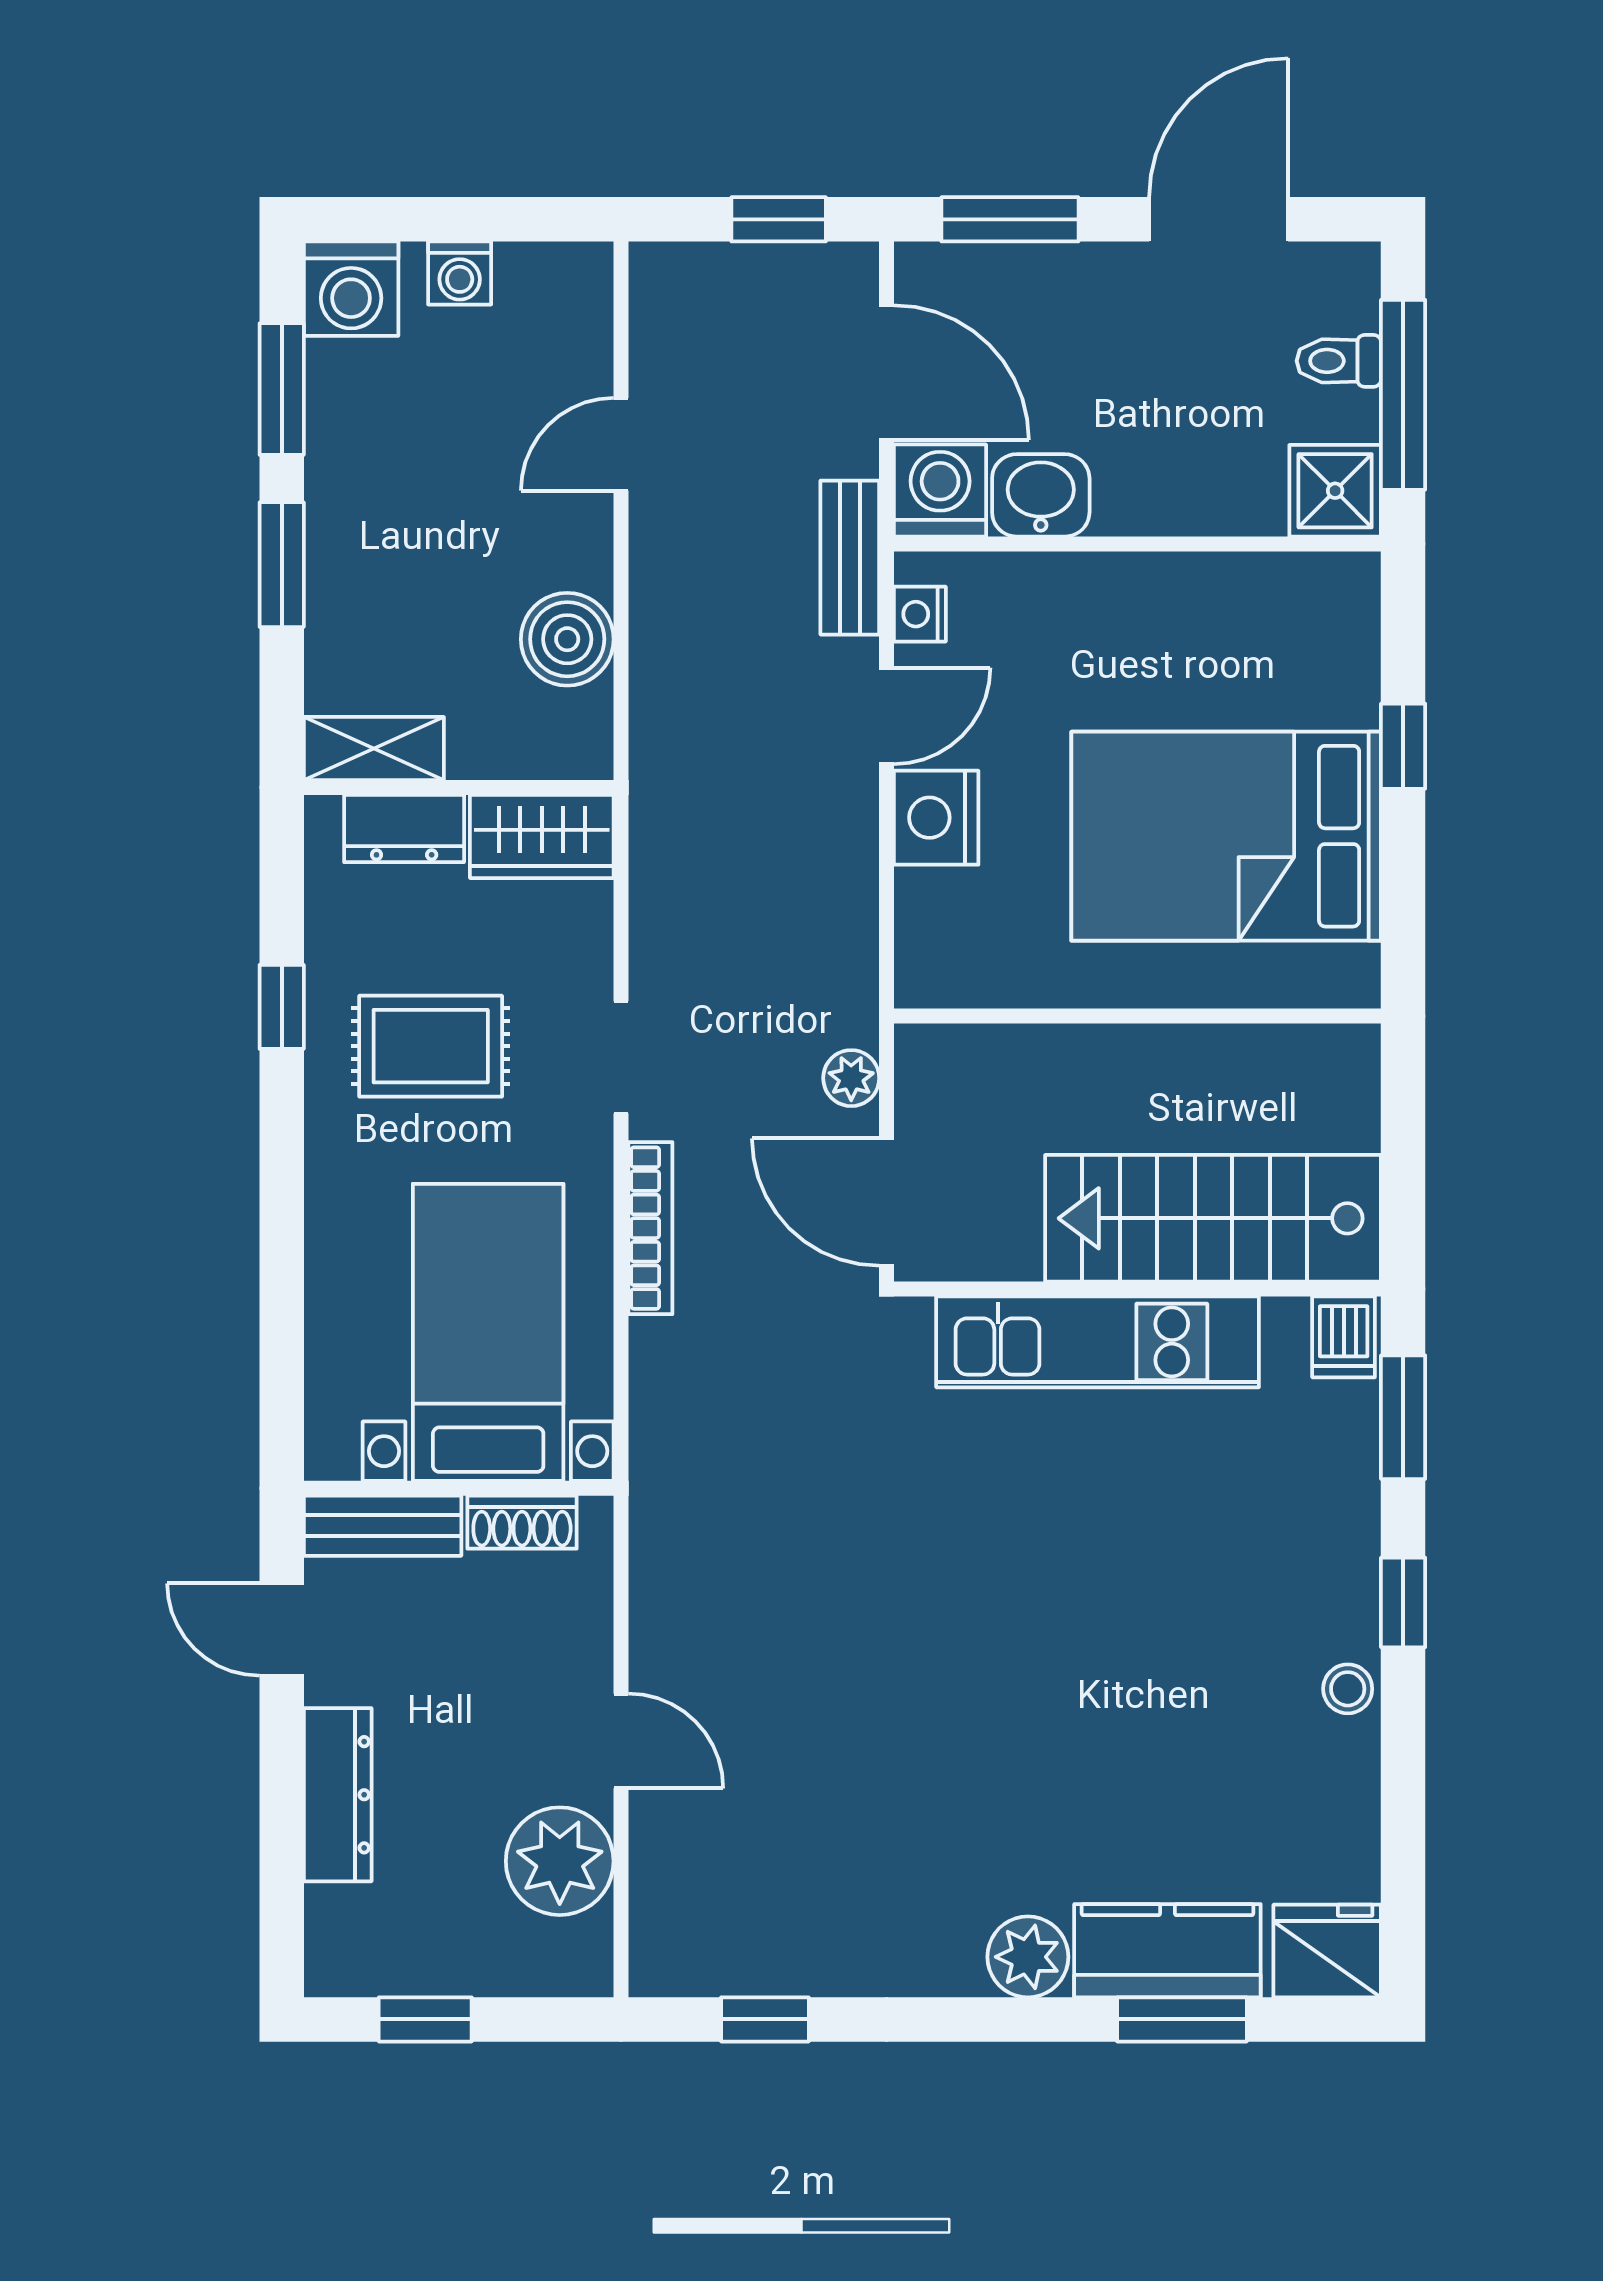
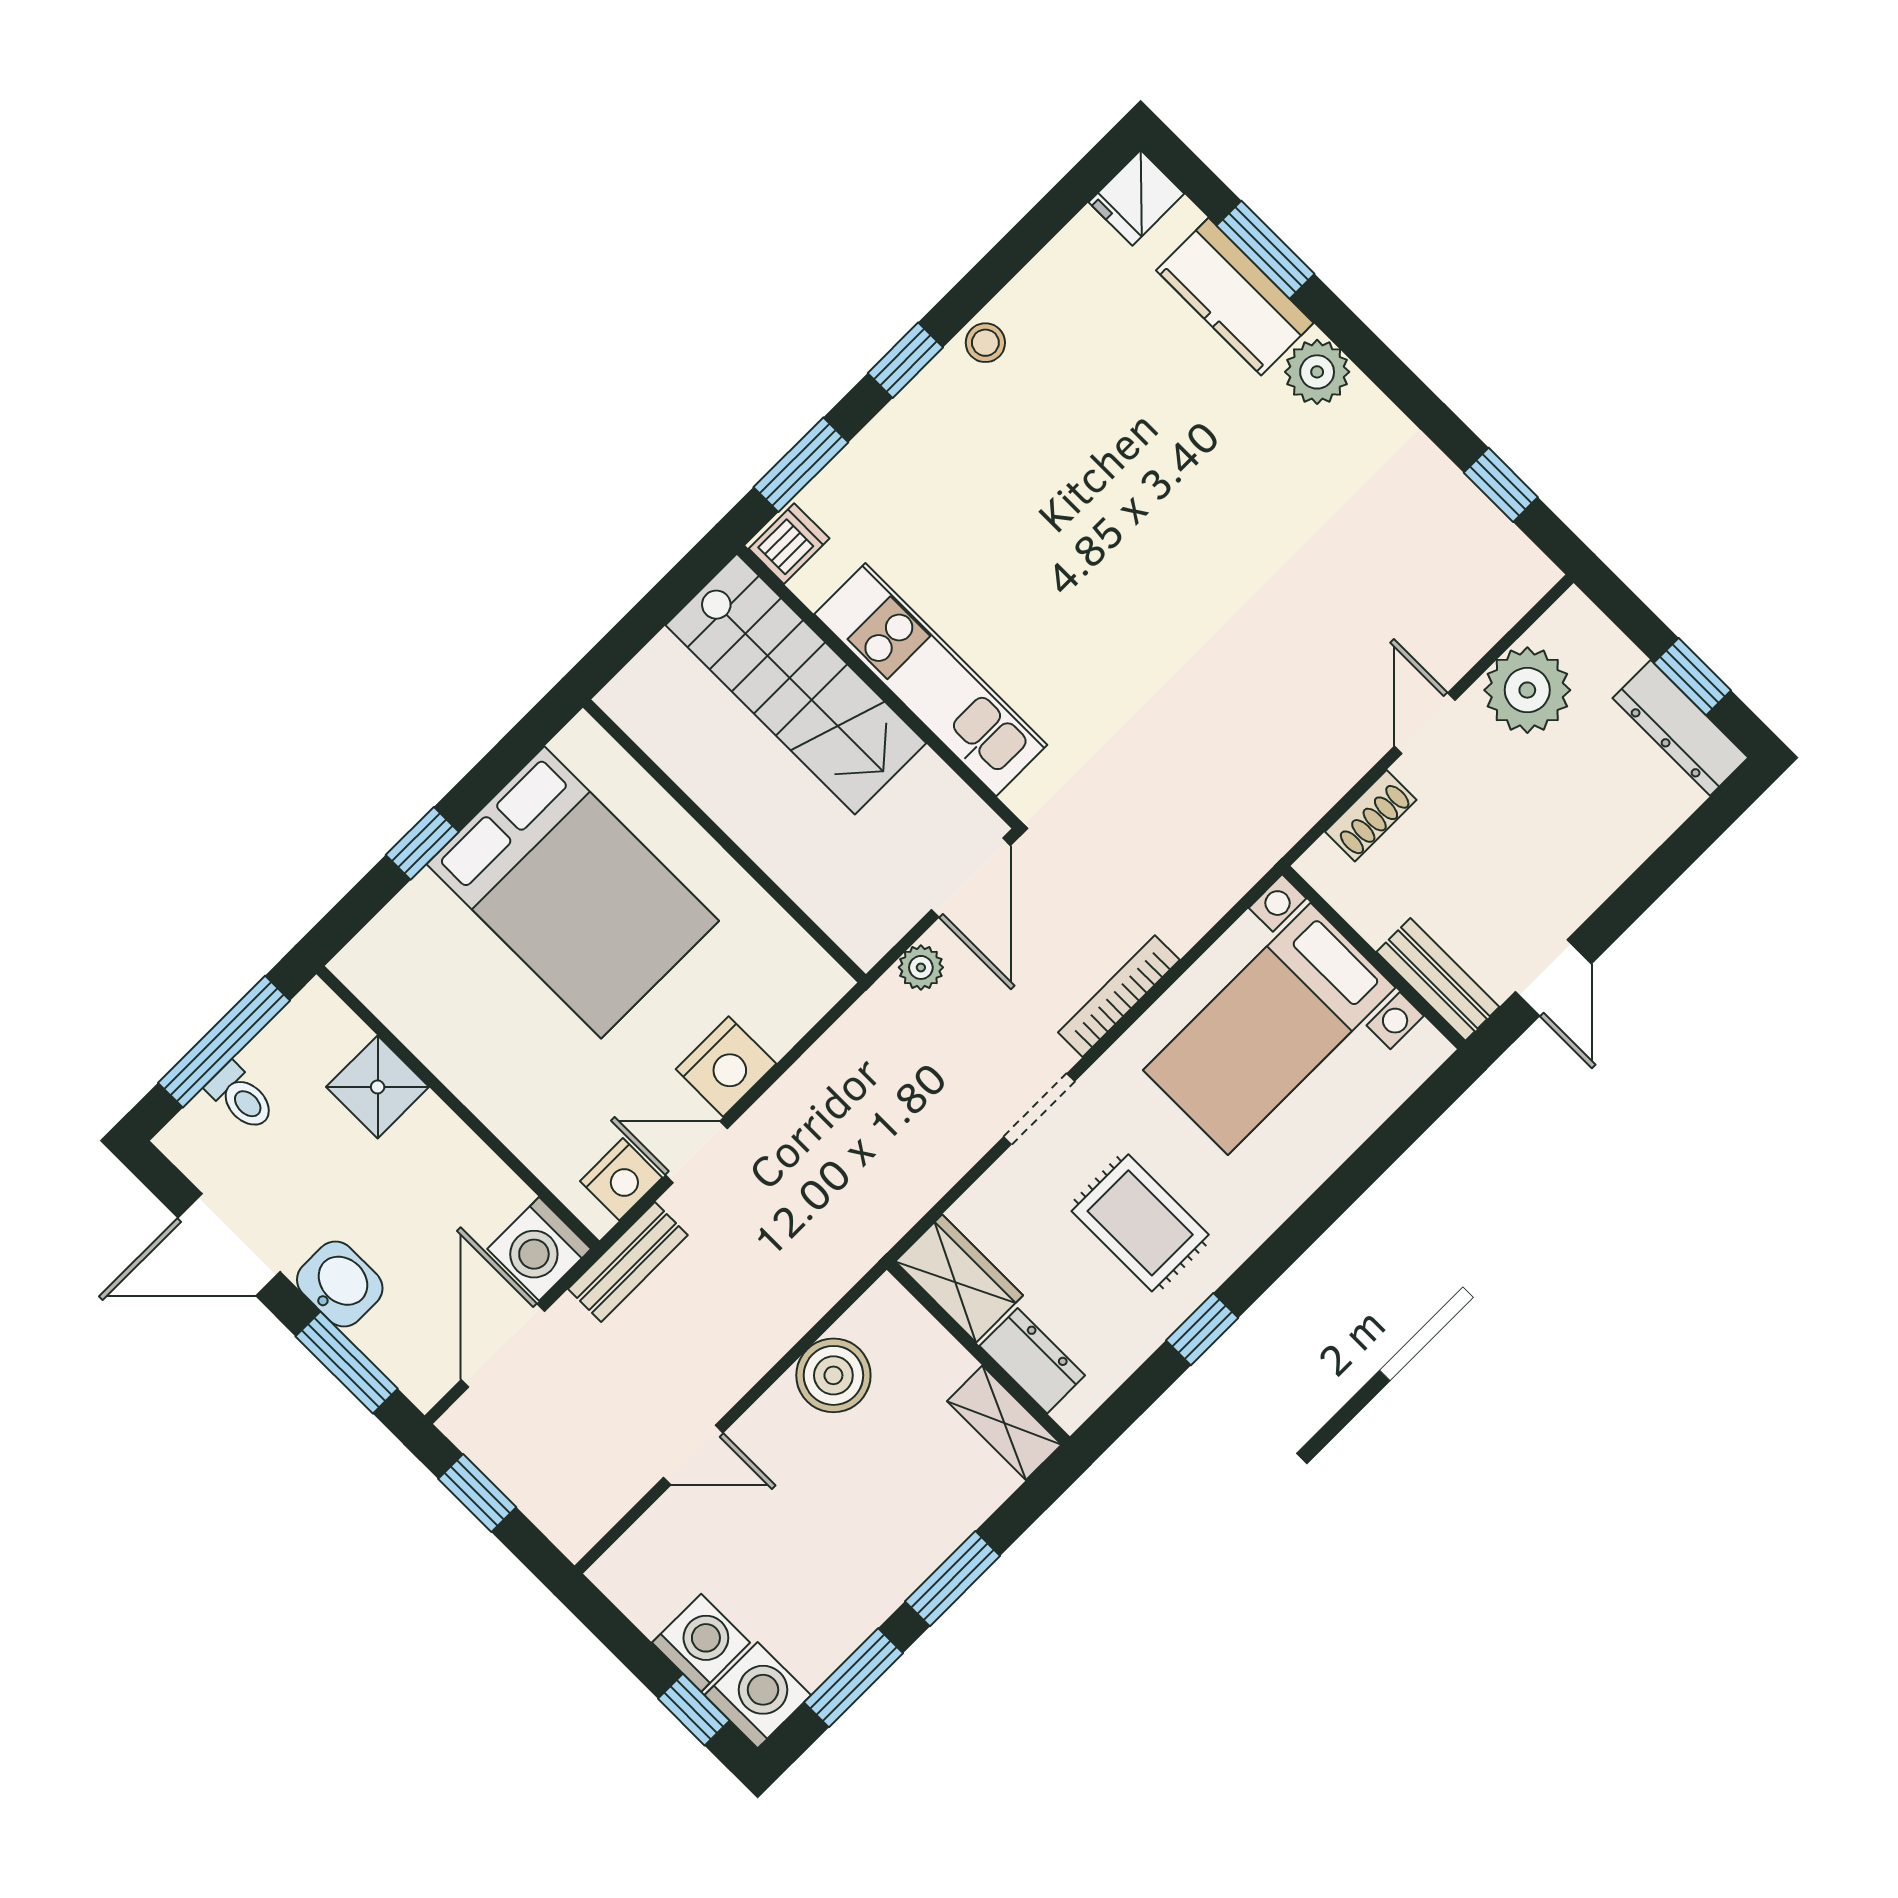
window: (395, 219) -> (694, 1710), added
washing machine: (460, 273) -> (701, 1643), width x1.38, depth x1.38
shower: (1335, 491) -> (378, 1087), moved
washbasin: (1041, 495) -> (340, 1284), moved, turned 180
nightstand: (920, 614) -> (621, 1179), width x1.39, depth x1.35
shoe rack: (522, 1522) -> (1371, 816), moved, turned 90
dresser: (338, 1795) -> (1680, 728), moved, turned -90
fridge: (1327, 1951) -> (1136, 198), width x0.72

